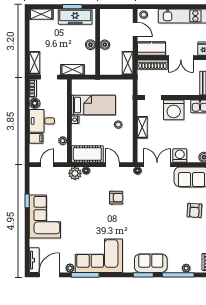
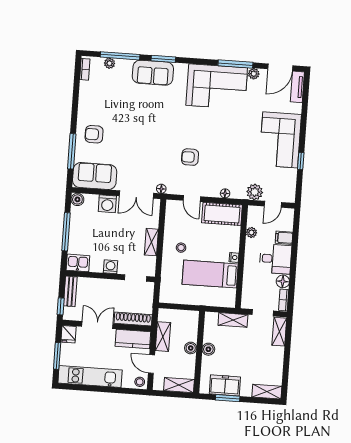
shelving: (112, 14) -> (179, 385), added
freezer: (75, 17) -> (225, 385), width x0.71
shelving: (128, 63) -> (163, 337), moved
washing machine: (174, 110) -> (110, 267), width x0.53, depth x0.53
plant: (75, 173) -> (255, 192), moved
armchair: (194, 210) -> (94, 134), turned -93

